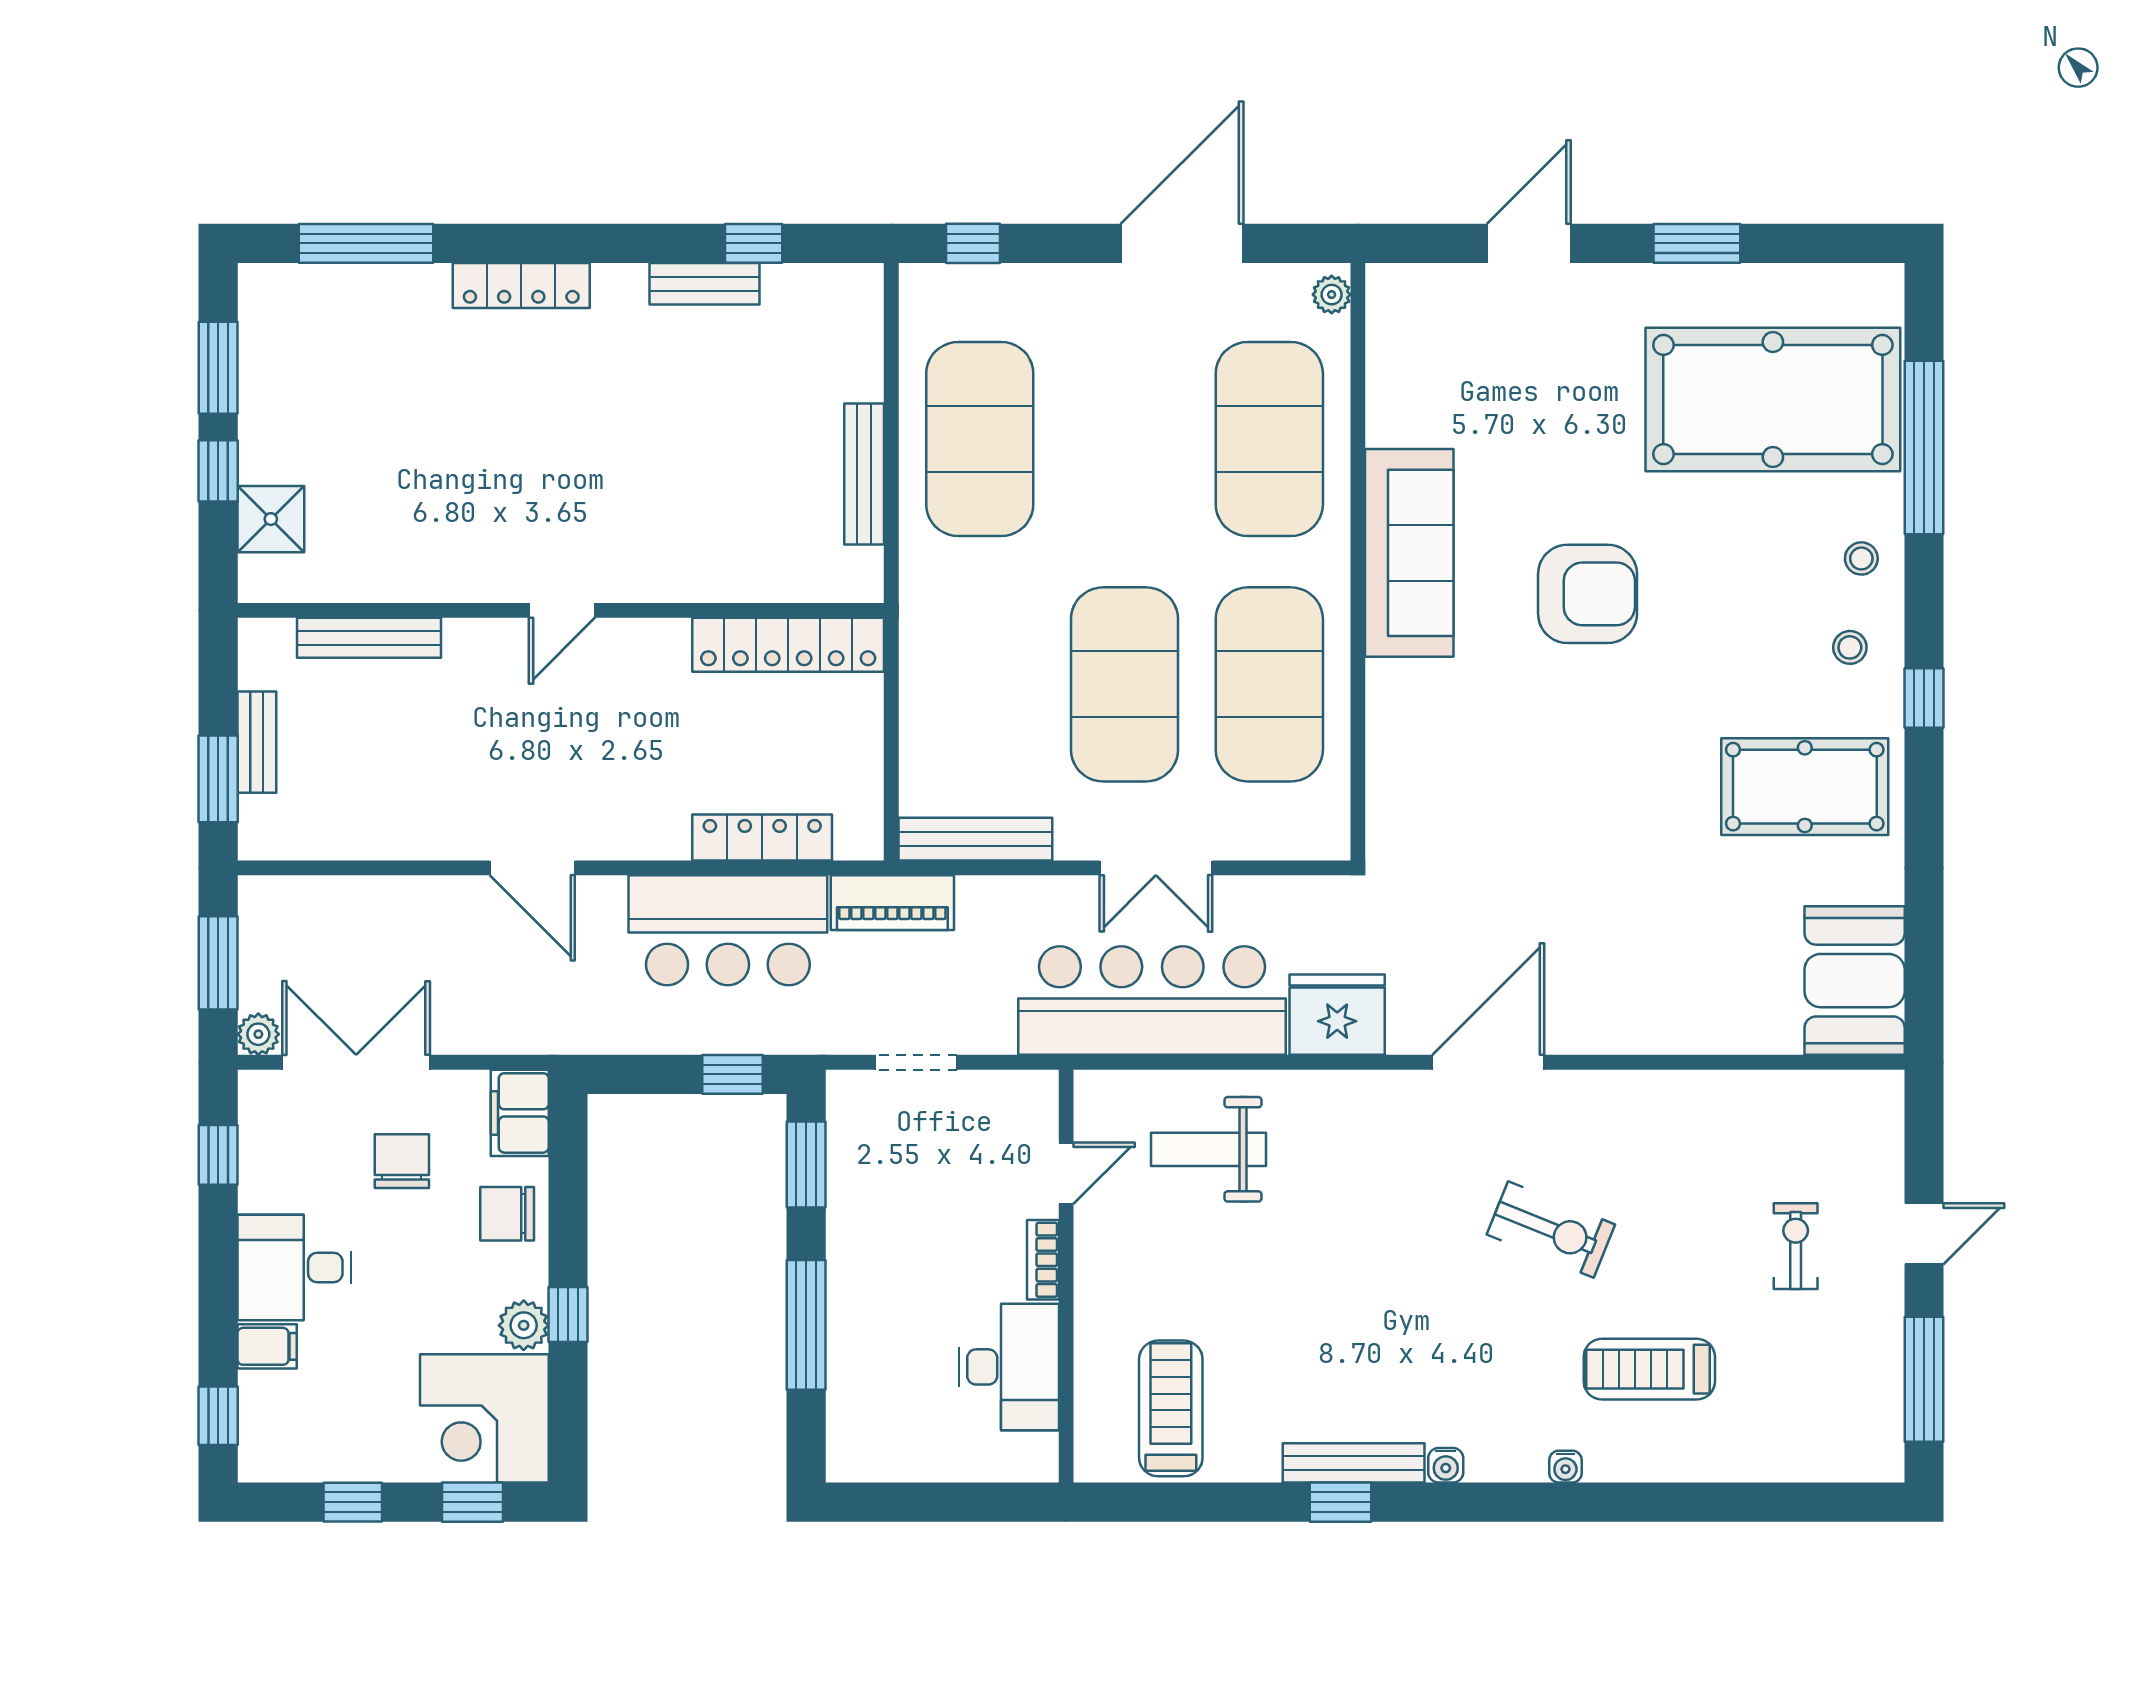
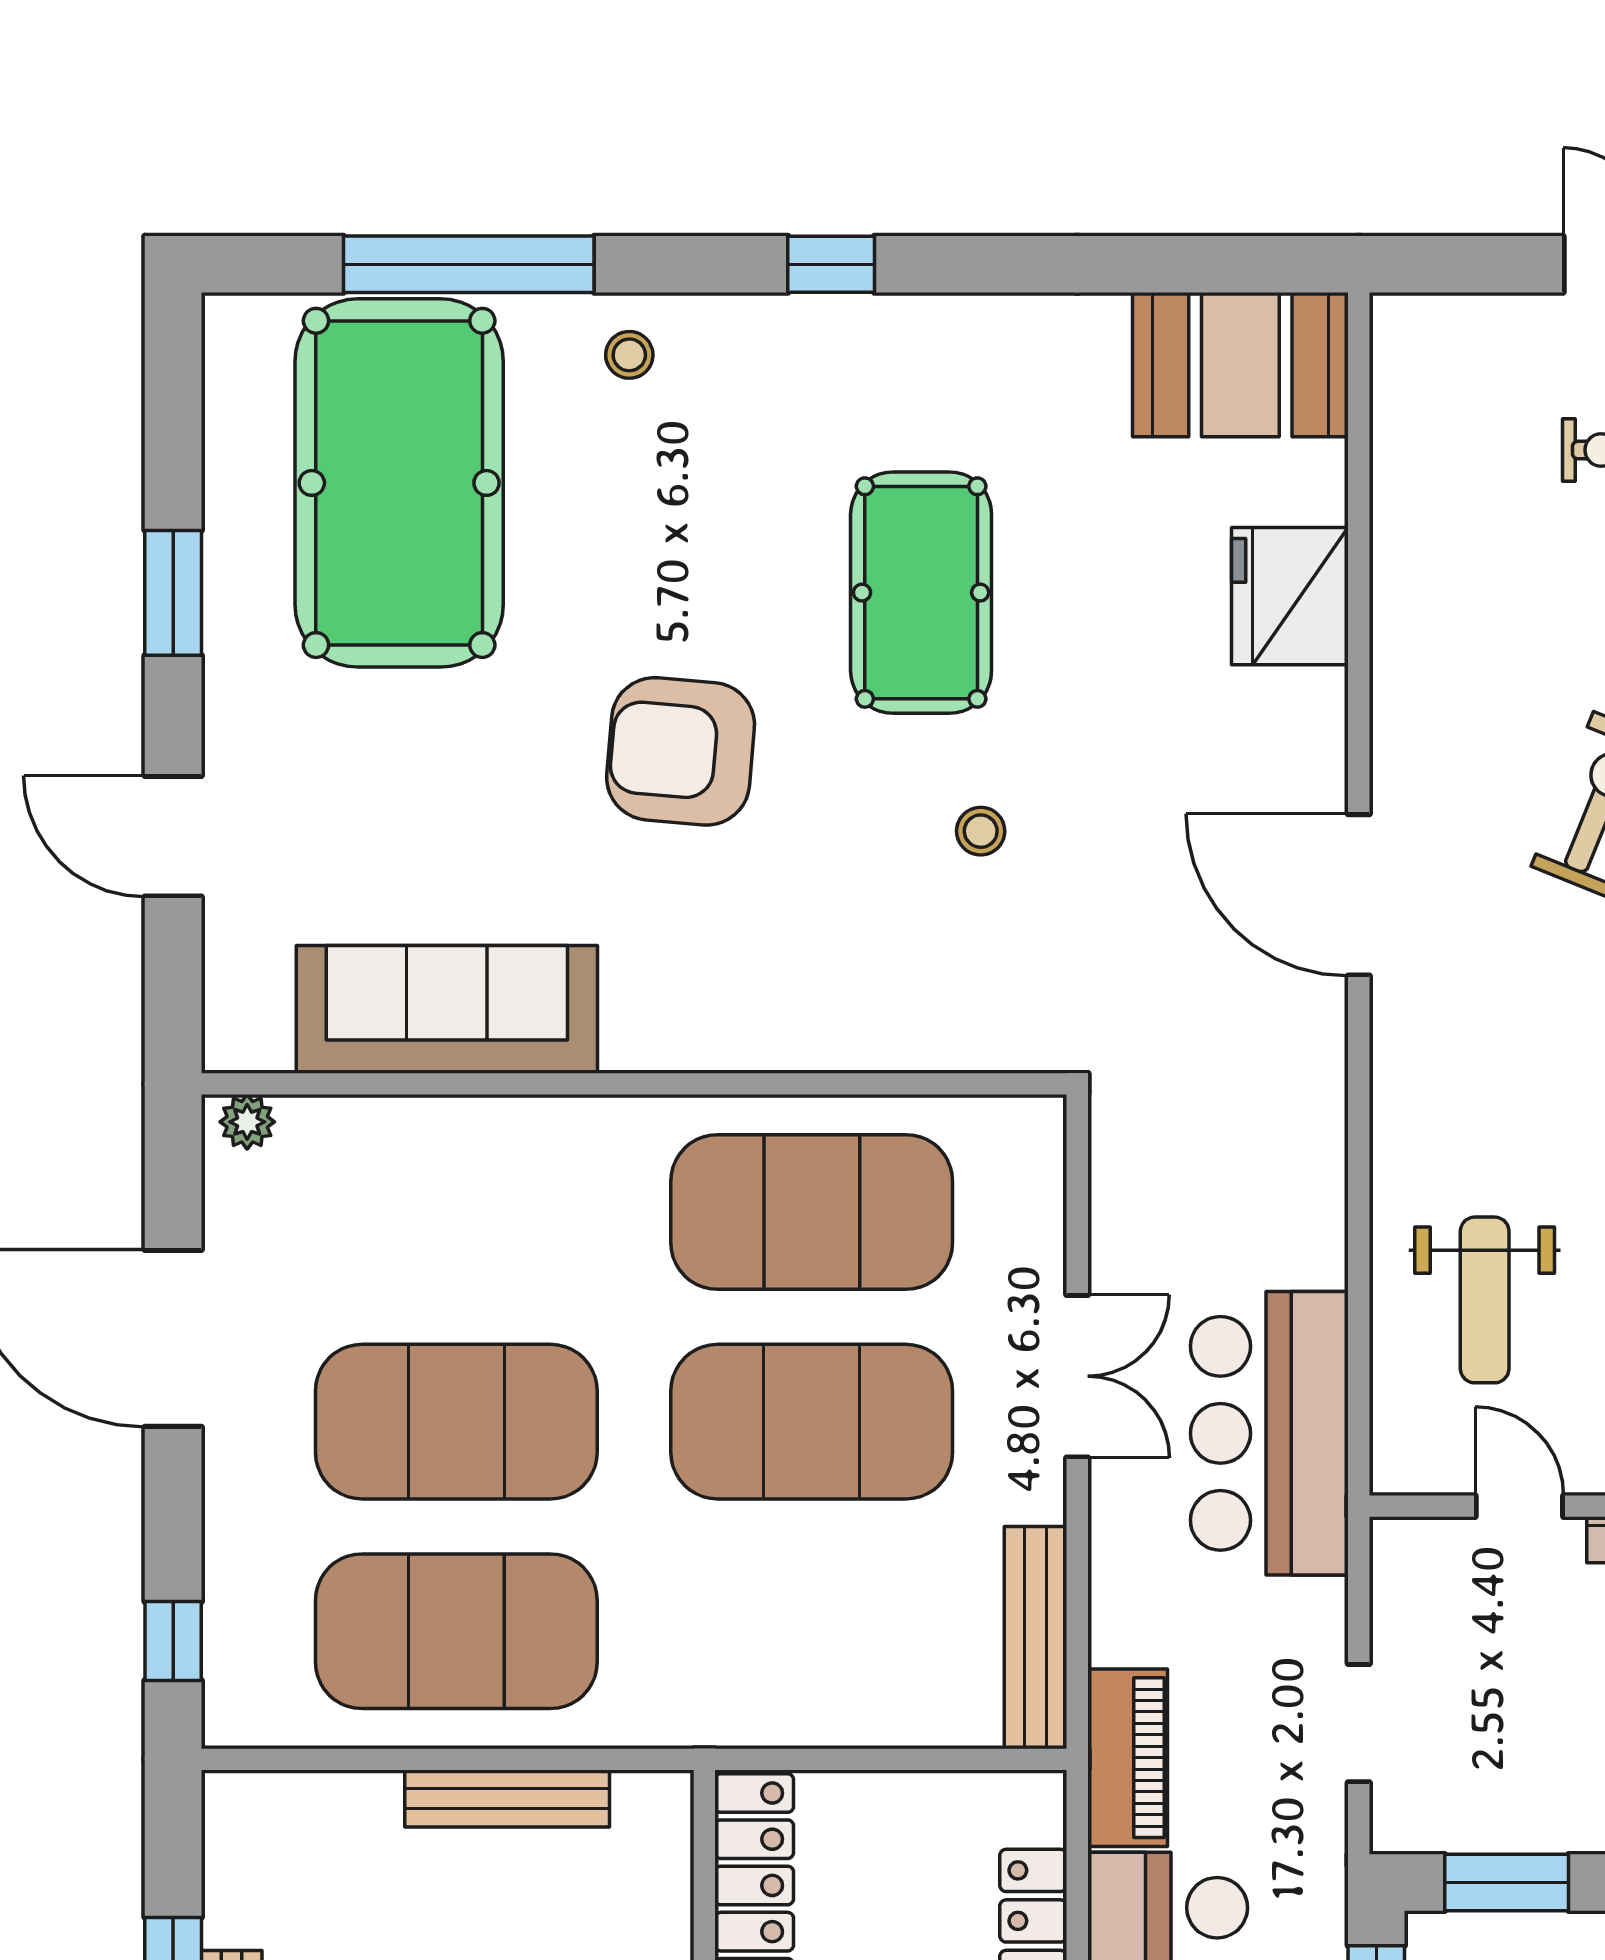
exercise mat: (1269, 439) -> (456, 1422), moved
sofa: (1409, 553) -> (447, 1009), moved
armchair: (1588, 594) -> (681, 751), turned -85
stool: (1850, 647) -> (981, 831), moved
pool table: (1805, 787) -> (921, 593), moved
bar counter: (1152, 1001) -> (1269, 1433), width x0.73
fridge: (1337, 1015) -> (1290, 596), moved

